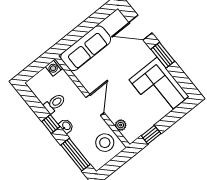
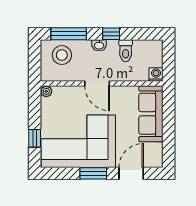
corner sofa: (159, 88) -> (78, 141), width x1.36, depth x1.36
plant: (121, 125) -> (46, 91), moved
window: (151, 135) -> (35, 138), moved
stool: (105, 143) -> (62, 55), moved

